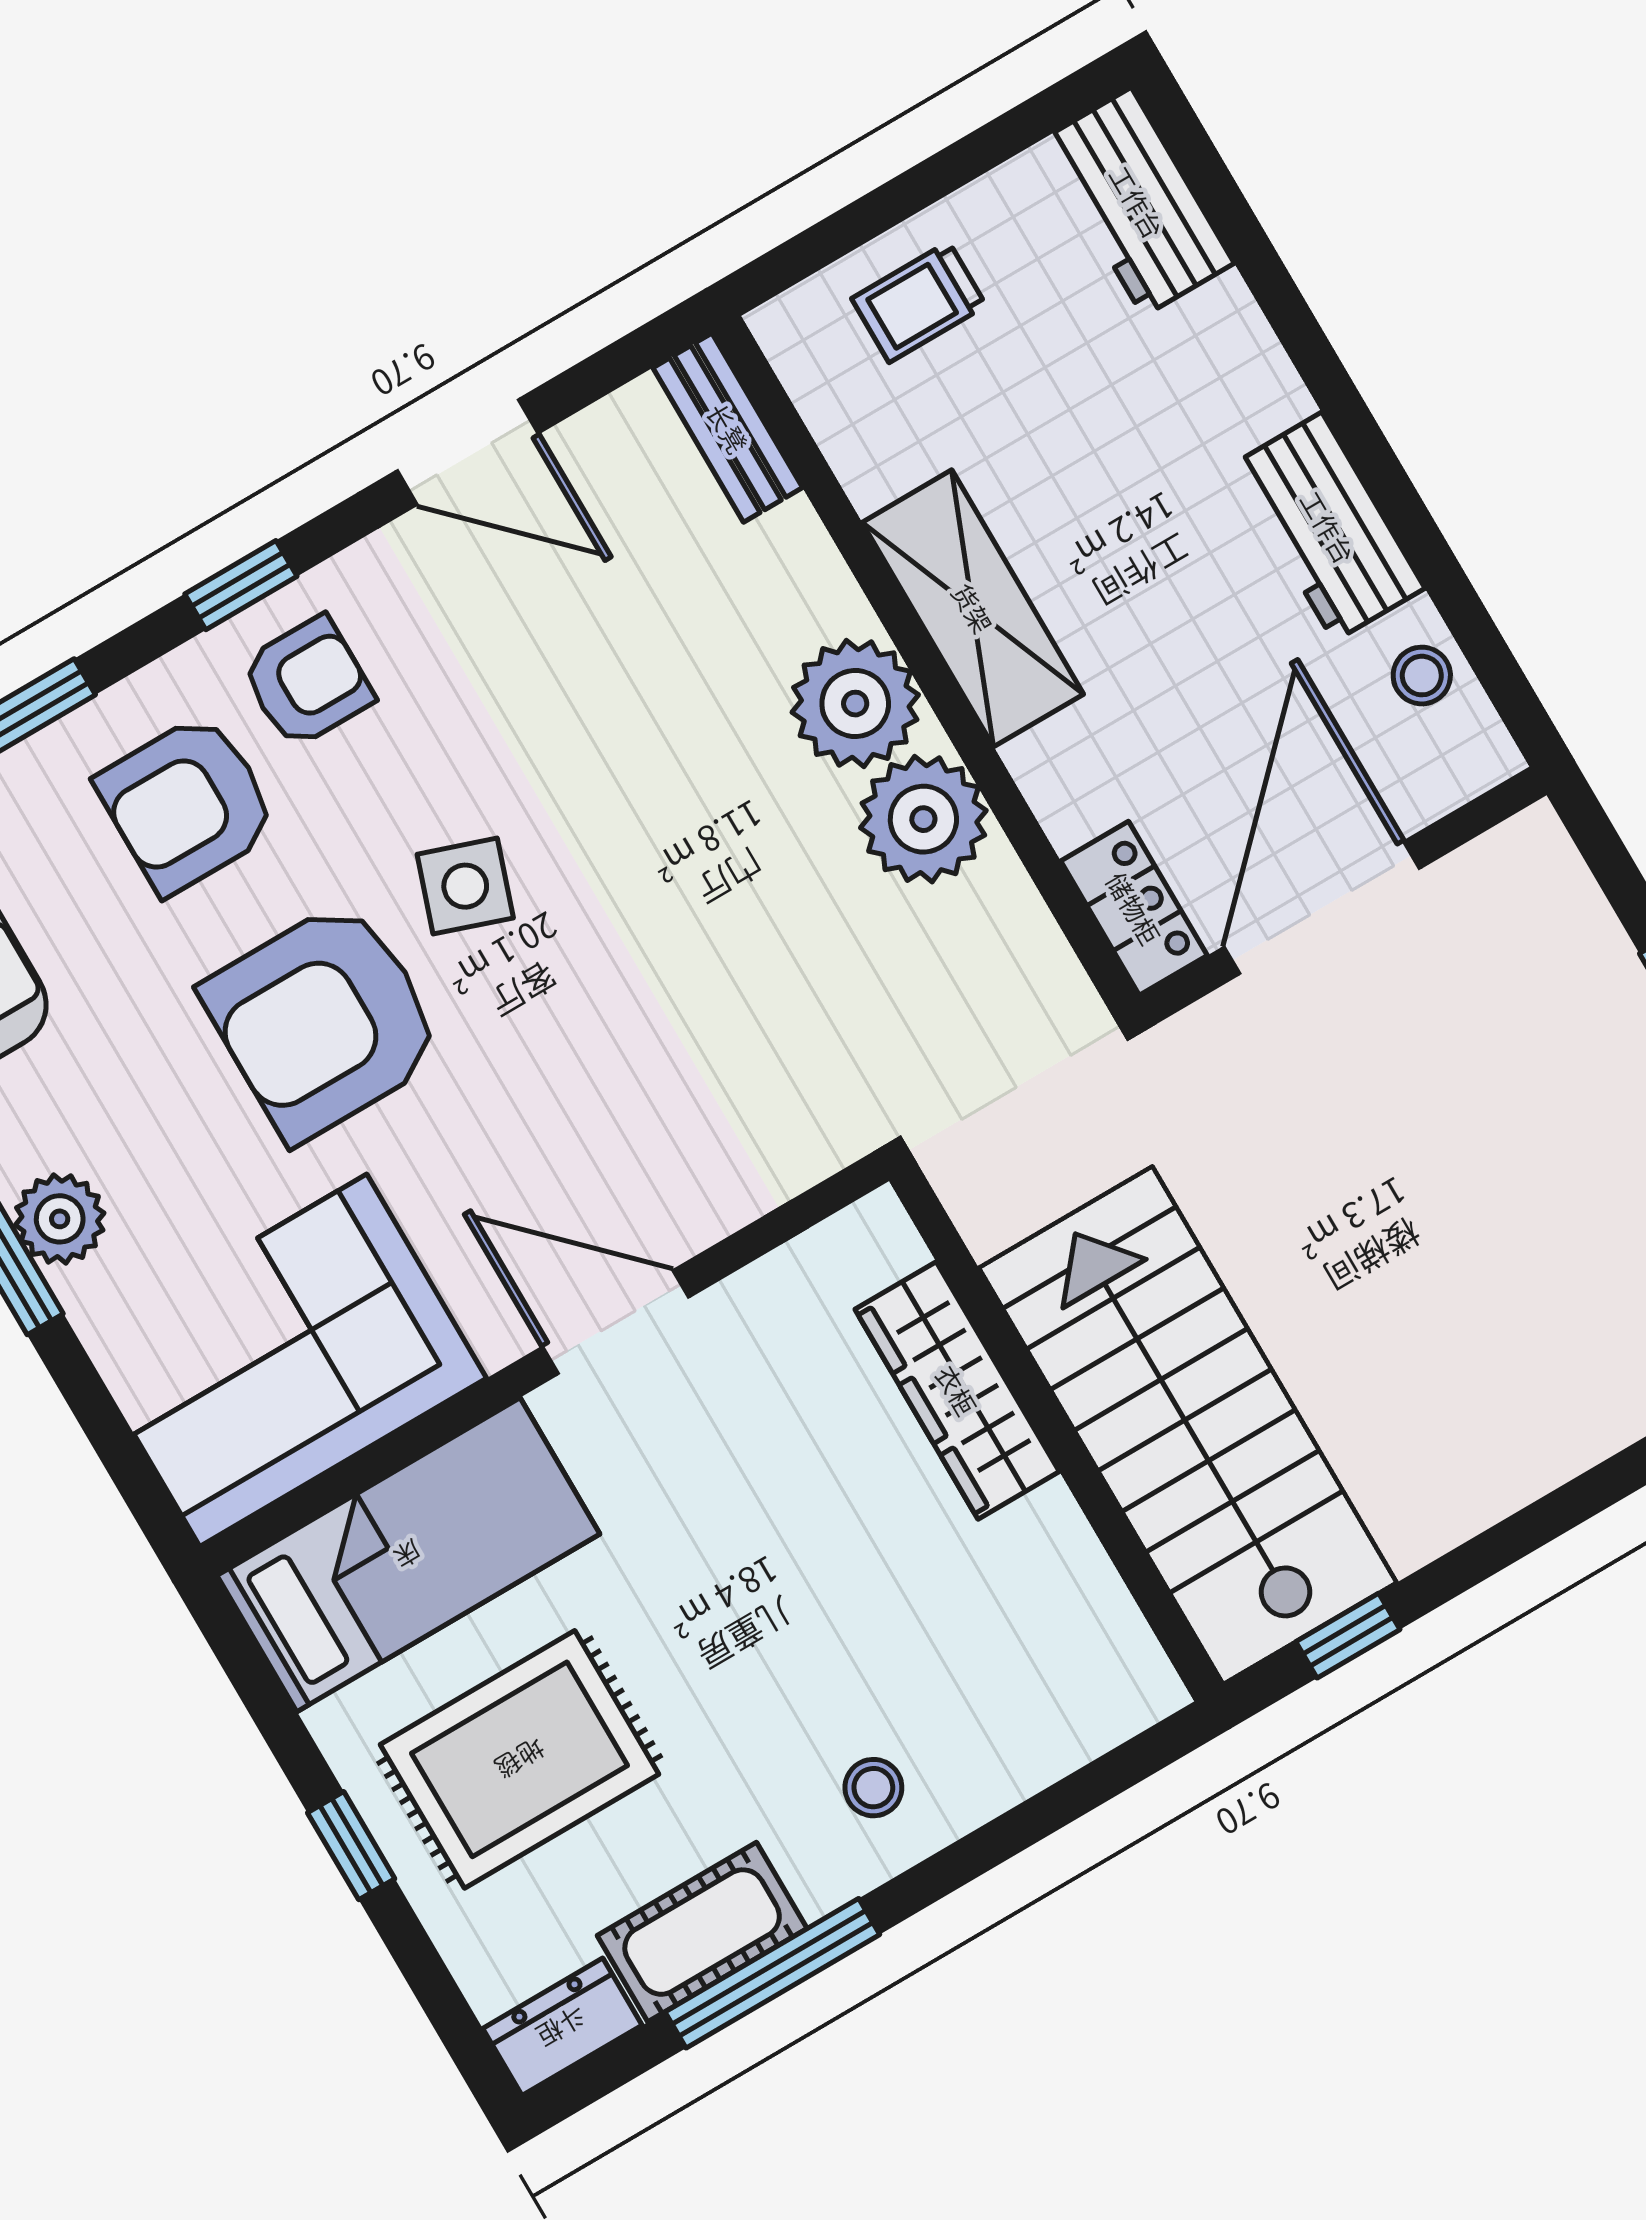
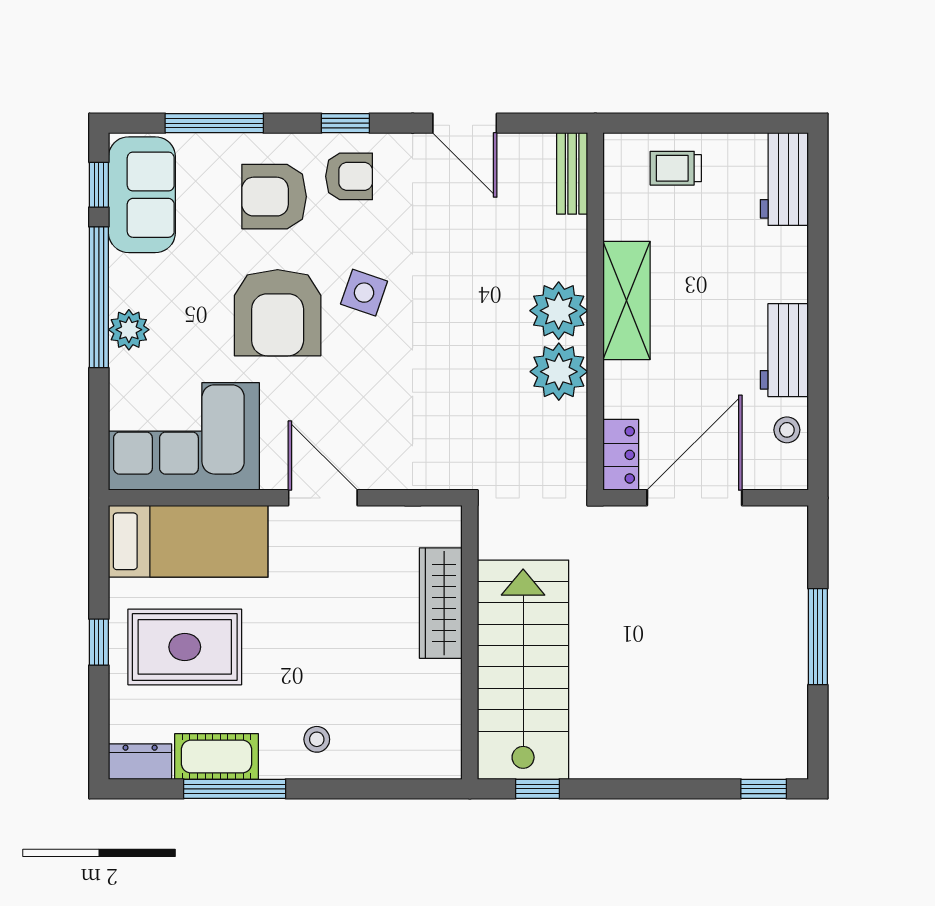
armchair: (323, 1021) -> (278, 313), turned -90

